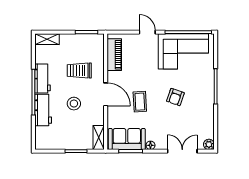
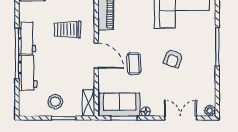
stool: (74, 104) -> (55, 102), moved

